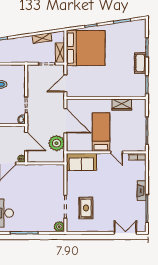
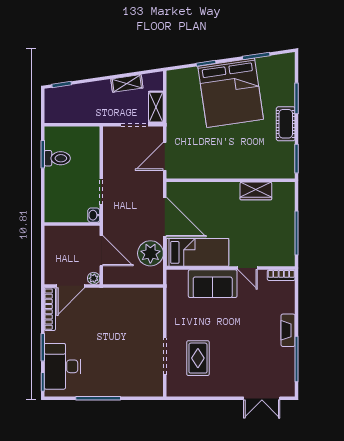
bed: (86, 48) -> (231, 93), moved, turned 82
bed: (101, 132) -> (197, 252), moved, turned 90
sofa: (81, 162) -> (213, 284), moved
plant: (59, 227) -> (155, 388), removed
double door: (125, 233) -> (262, 398), swing flipped

